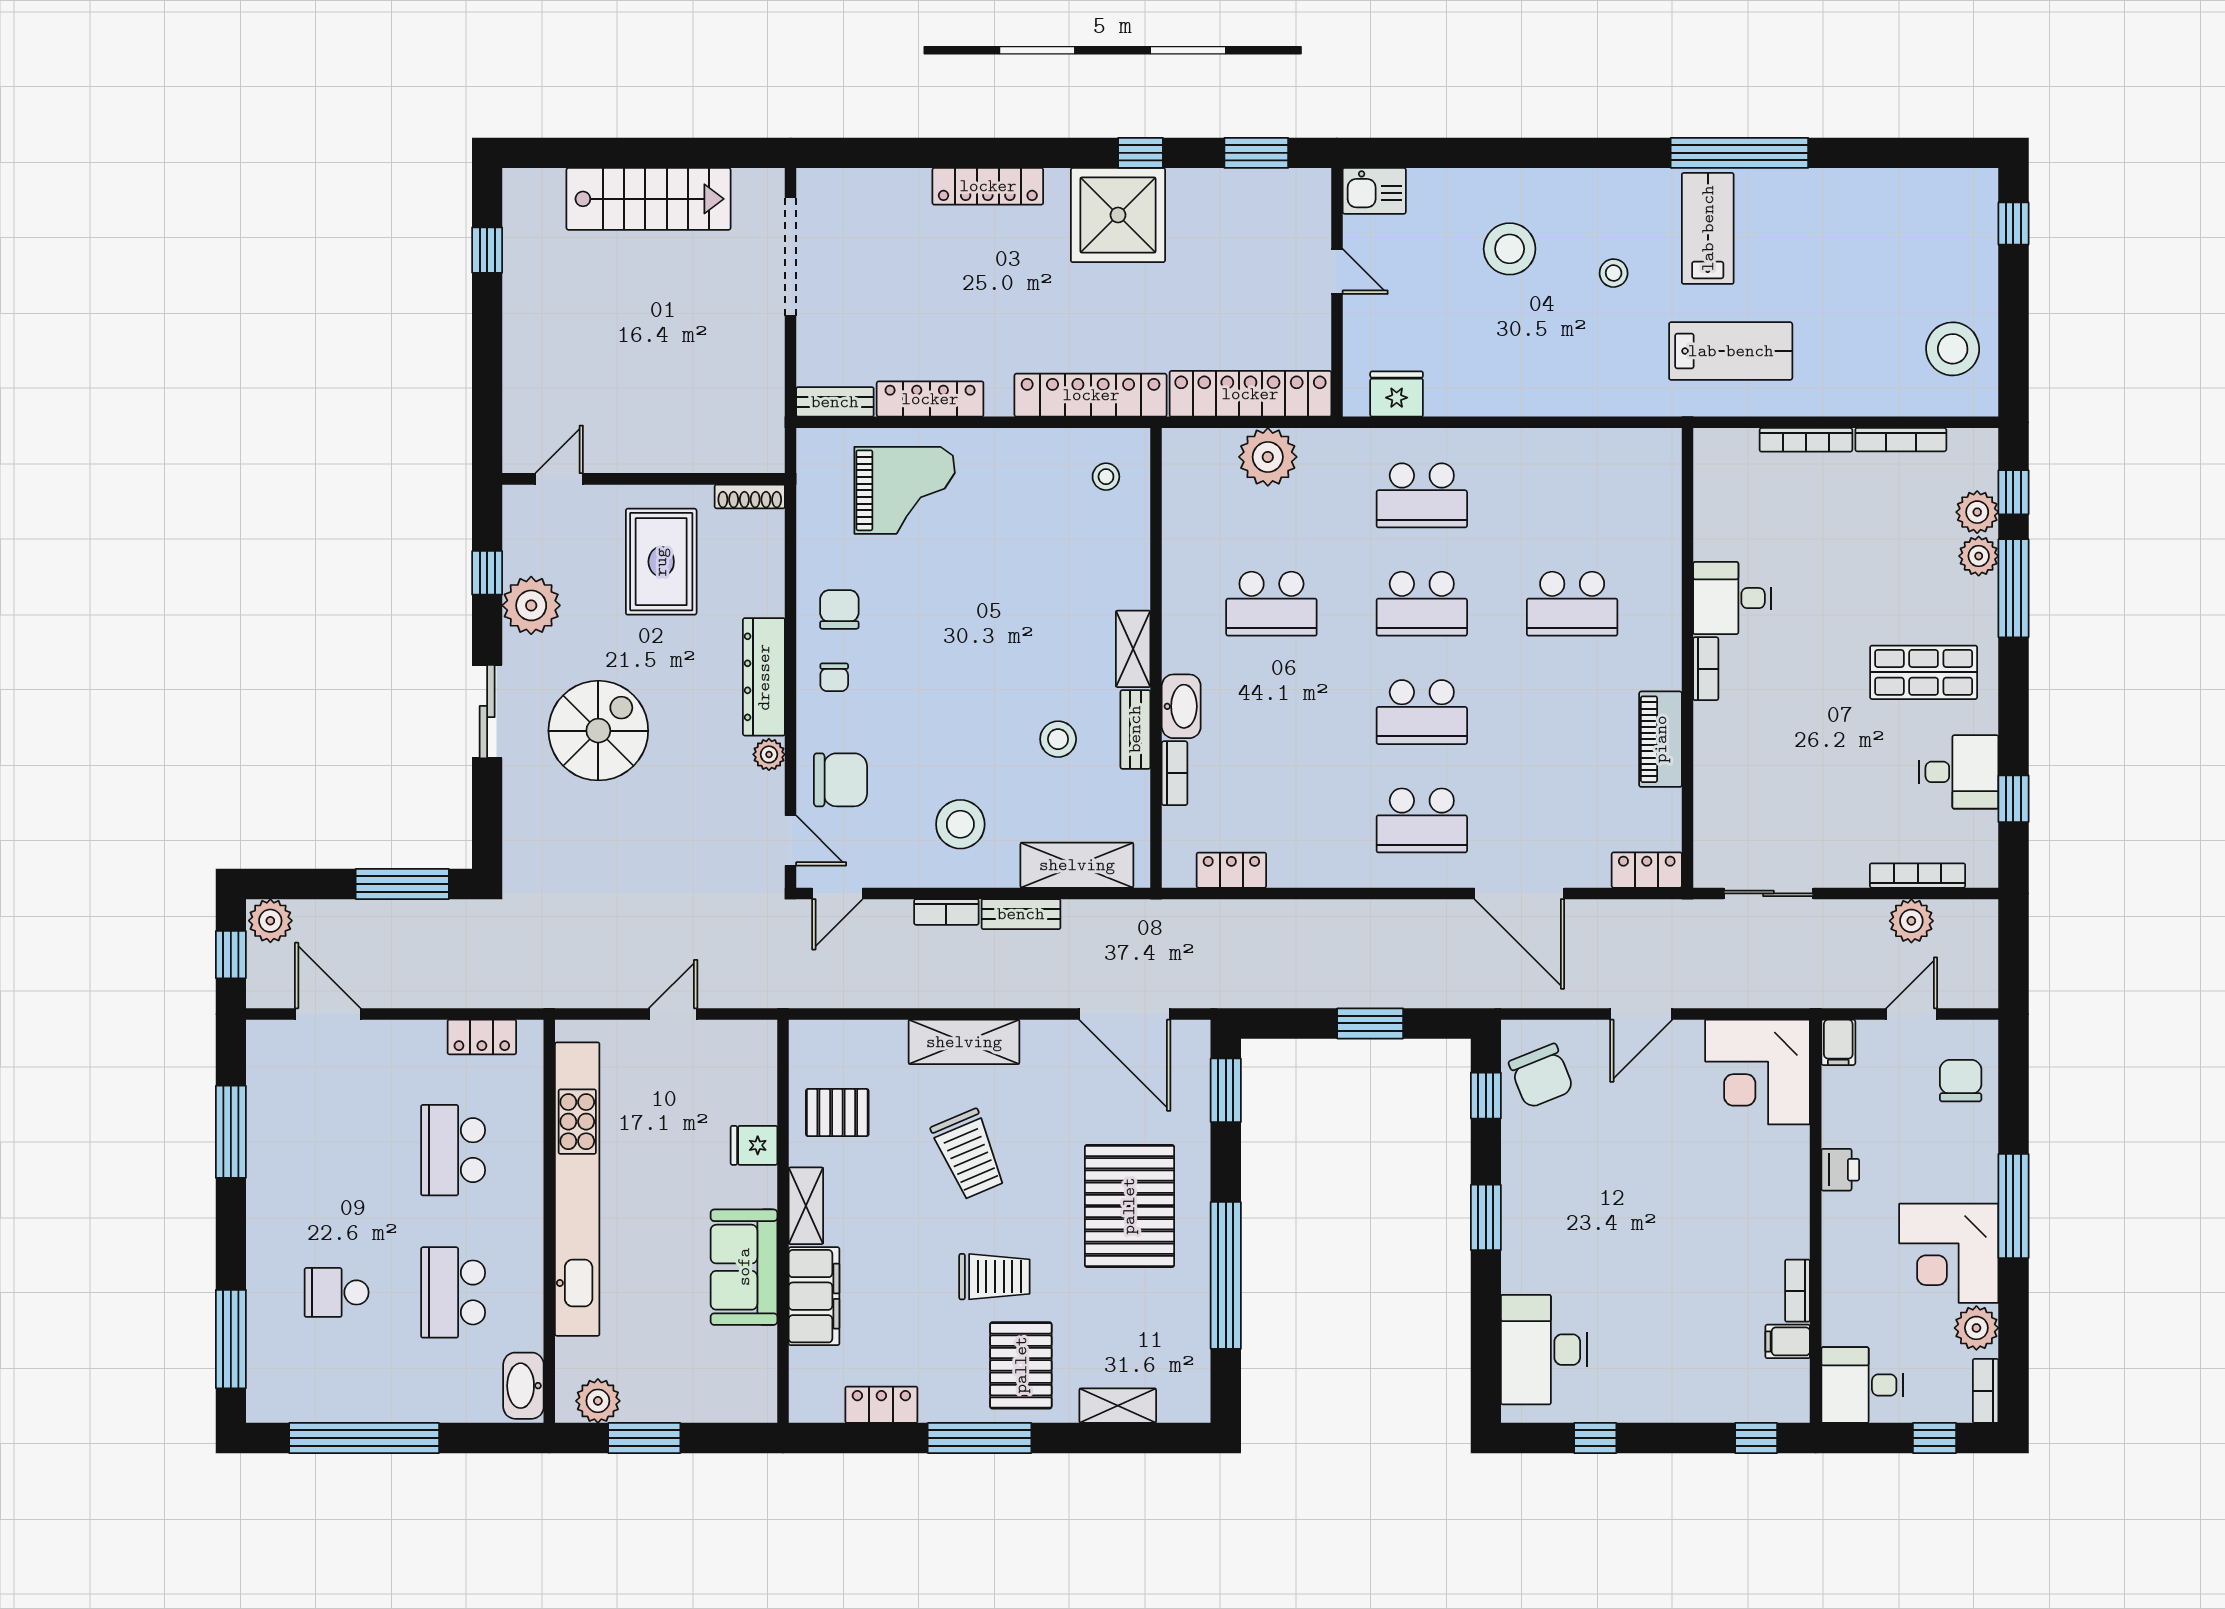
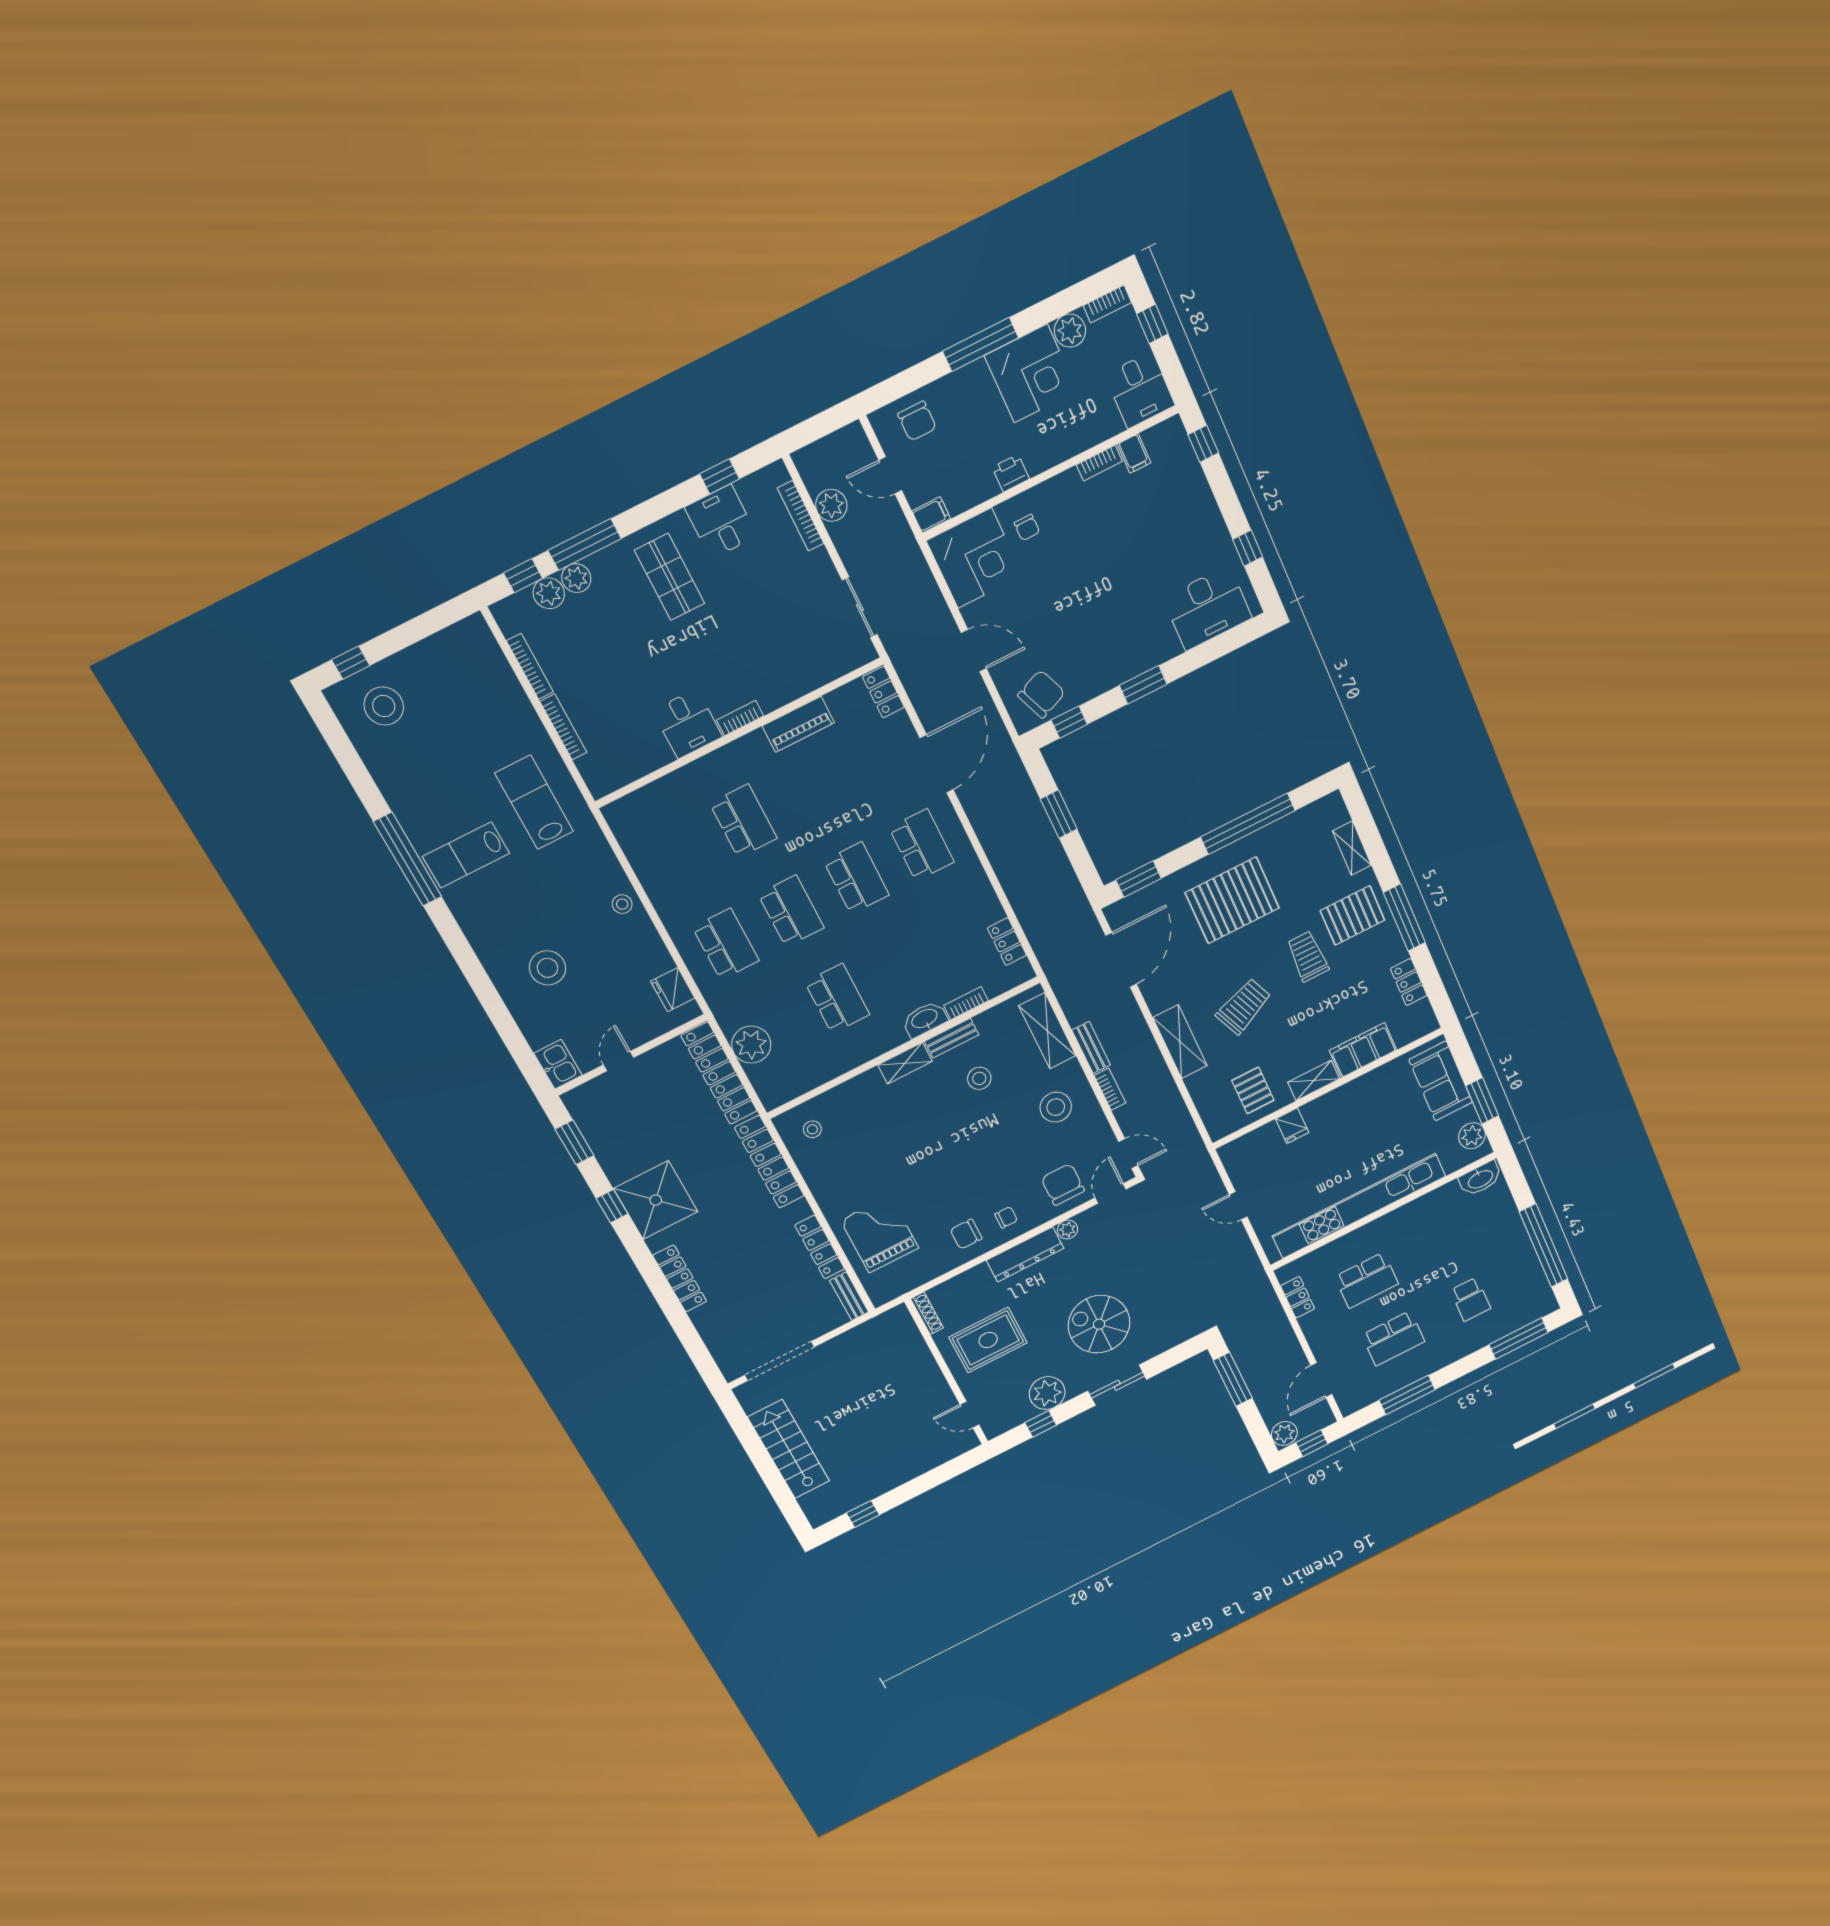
stool: (1614, 273) -> (622, 904), moved
stool: (1953, 349) -> (384, 706), moved
chair: (1961, 1081) -> (917, 421), turned -90
chair: (1763, 1158) -> (1027, 527), added
sofa: (744, 1267) -> (1441, 1081), moved, turned 90
school desk: (453, 1292) -> (1393, 1338), moved

